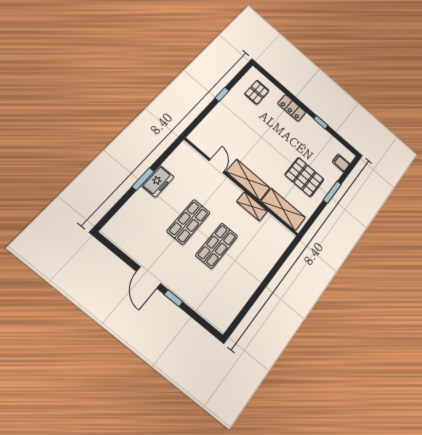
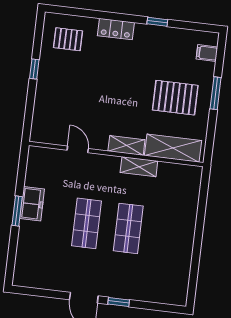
pallet: (257, 92) -> (68, 39), turned 90
shelving: (248, 180) -> (126, 146), width x0.67, depth x0.75

